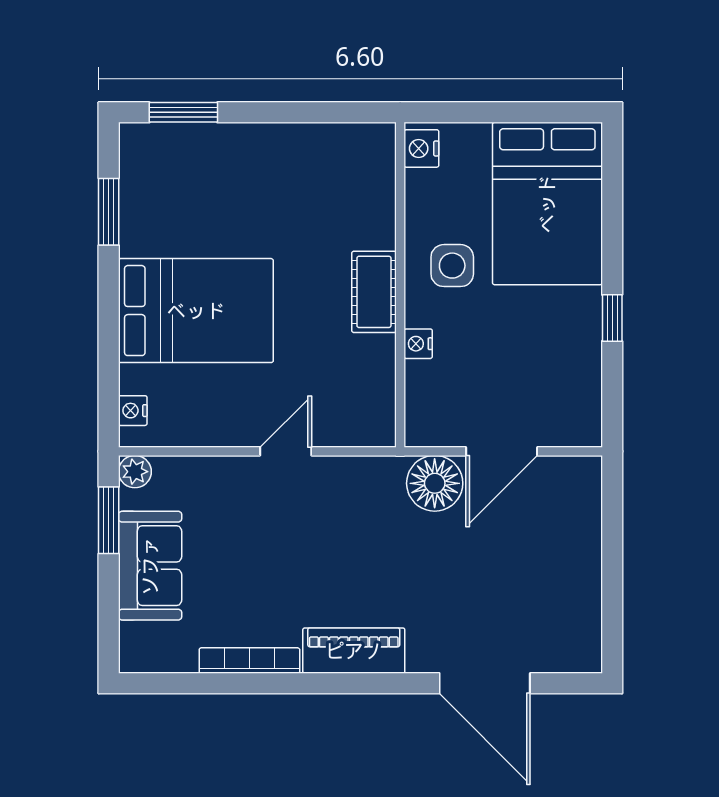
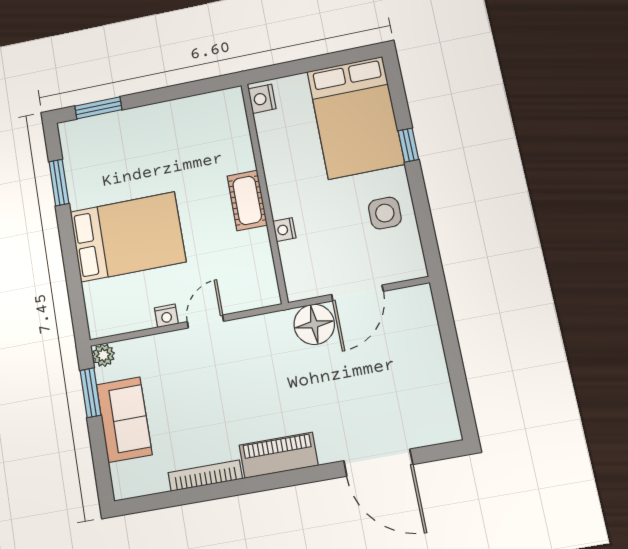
side table: (452, 266) -> (385, 213), moved
window: (612, 318) -> (408, 145), moved
nightstand: (133, 411) -> (166, 316), moved, turned -90

